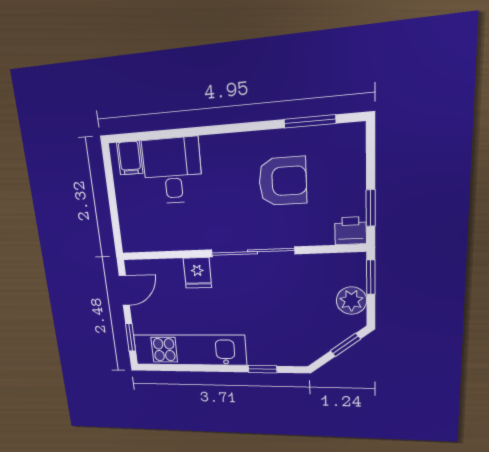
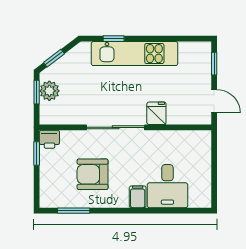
filing cabinet: (130, 158) -> (138, 197), moved
window: (371, 277) -> (37, 92), moved
door: (124, 290) -> (214, 101), swing flipped
kitchen unit: (189, 350) -> (134, 54), moved

